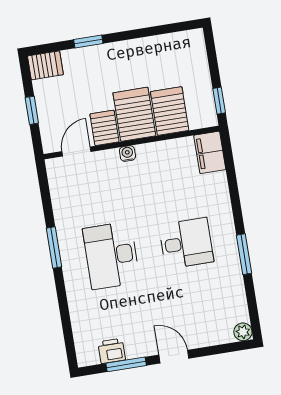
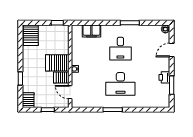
server rack: (170, 111) -> (31, 35), moved, turned -90
filing cabinet: (210, 152) -> (91, 31), moved
desk: (186, 243) -> (120, 49), turned 180
printer: (112, 351) -> (164, 77), moved
door: (174, 357) -> (172, 50), moved

